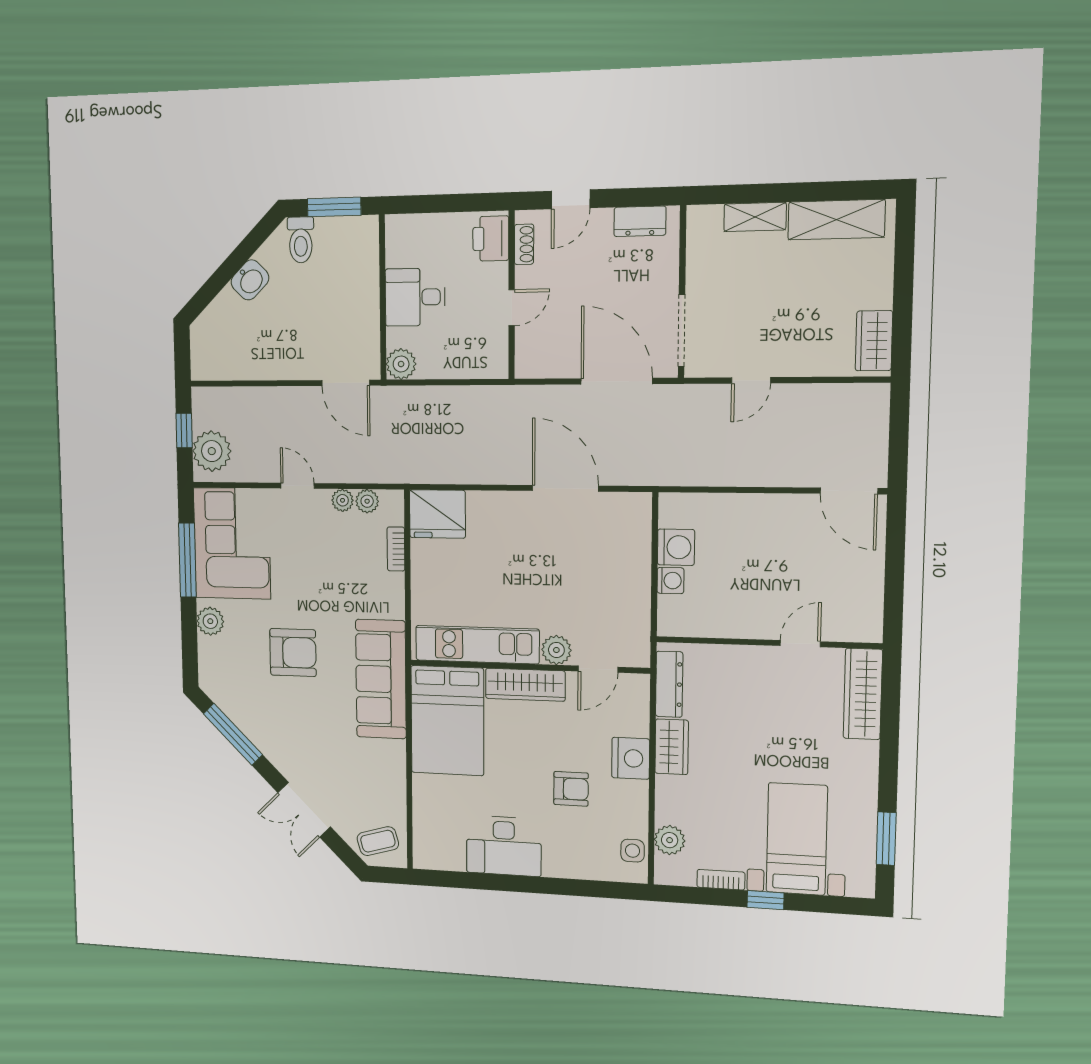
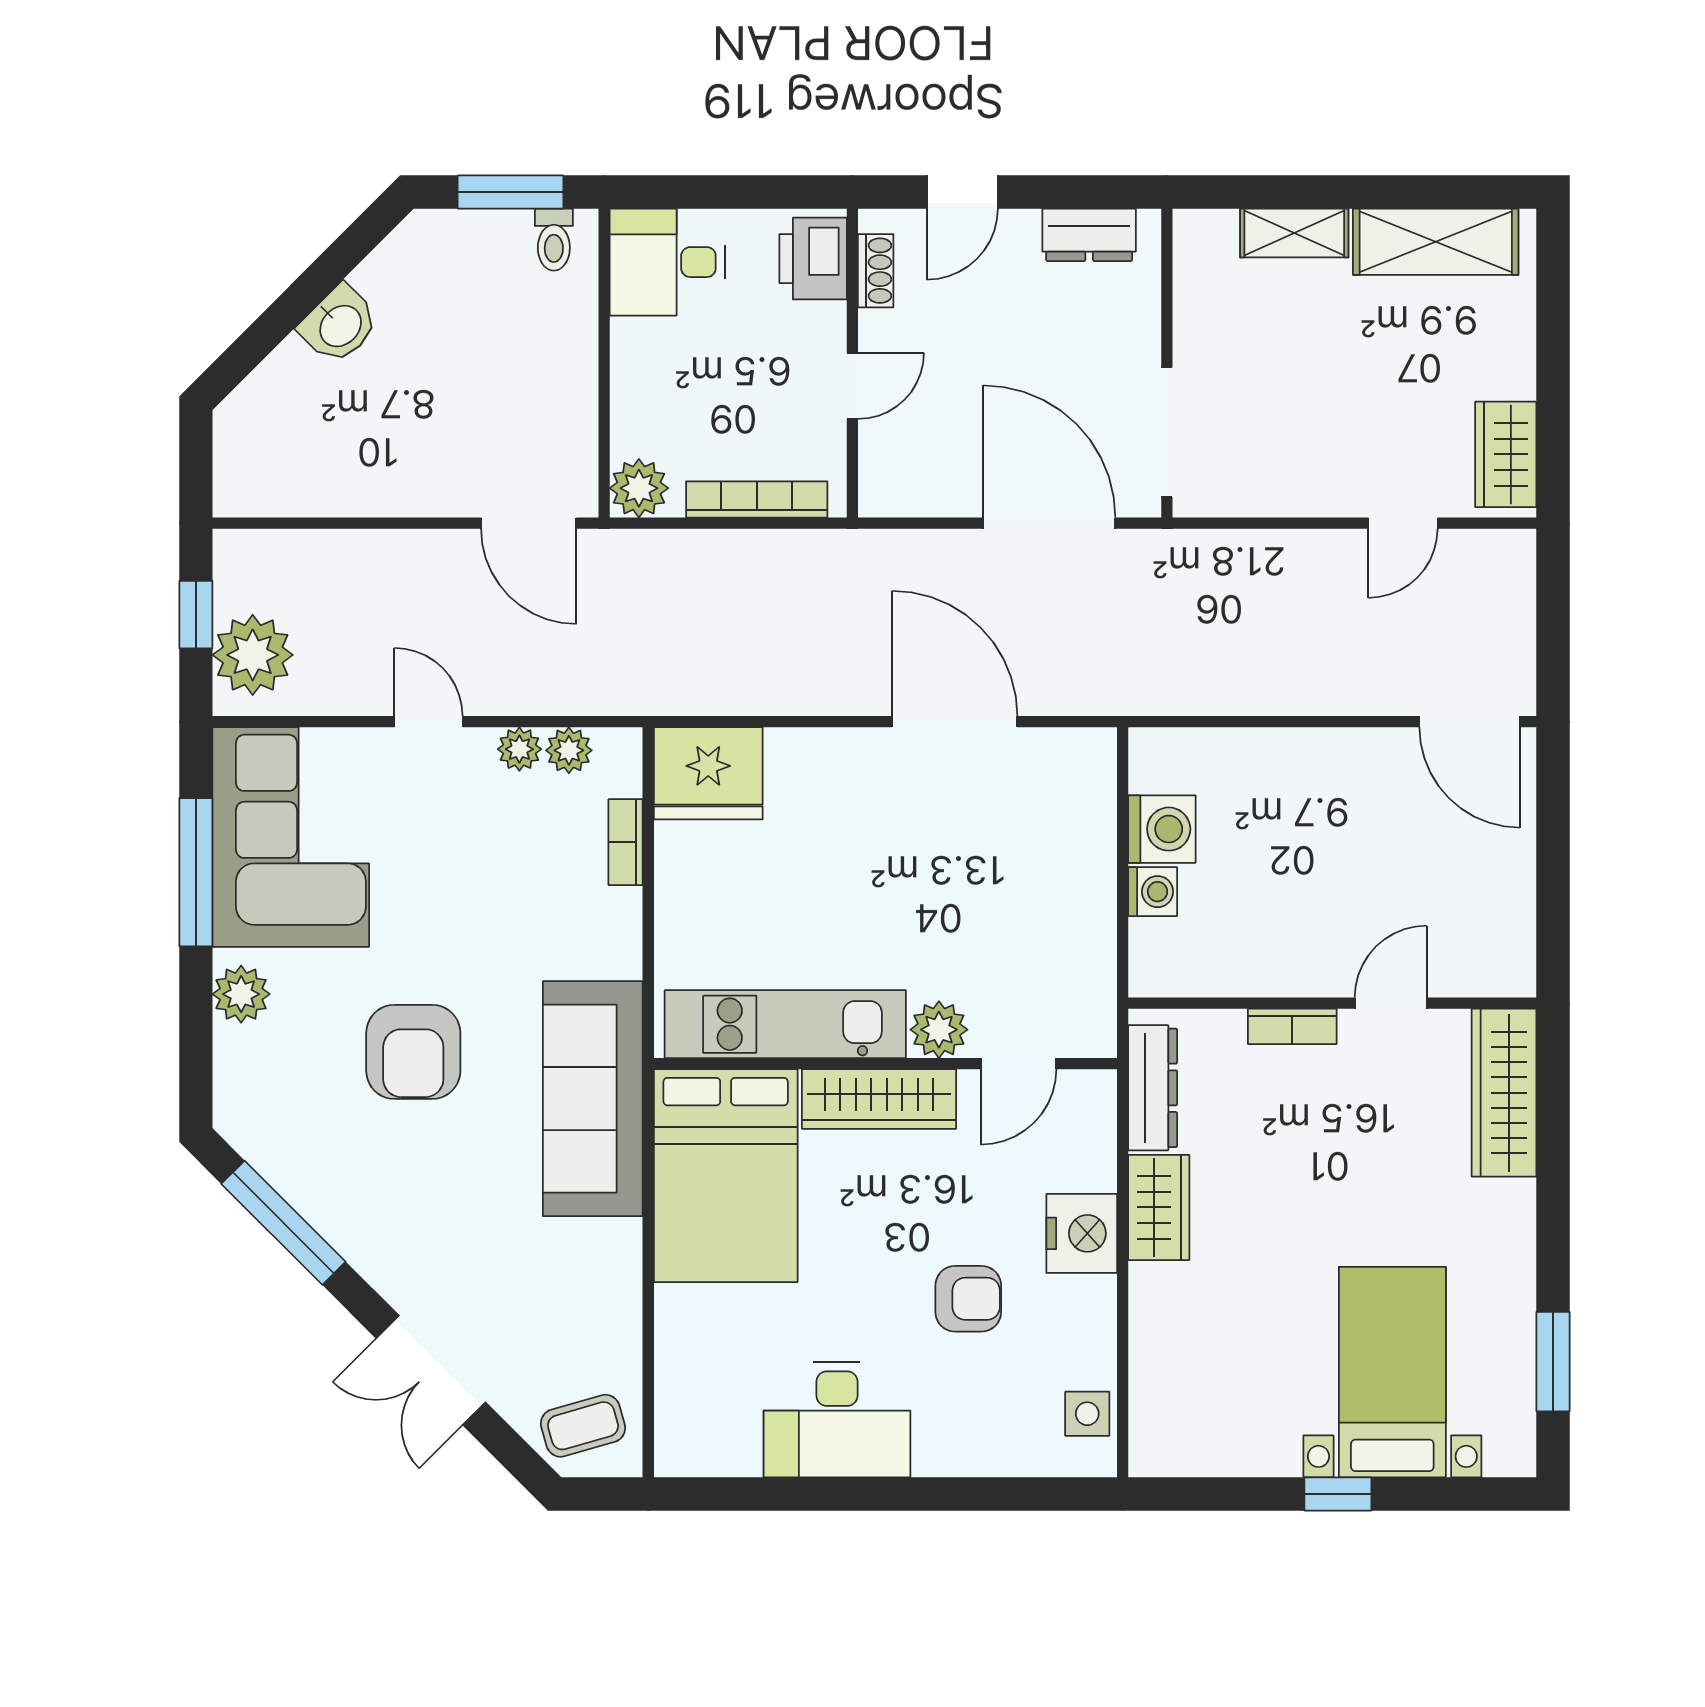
toilet: (301, 240) -> (554, 240), moved, width x0.73, depth x0.72
desk: (415, 297) -> (667, 262), moved
bookcase: (462, 369) -> (757, 499), added
door: (751, 380) -> (1403, 523), moved
armchair: (293, 653) -> (413, 1052), turned 90
plant: (670, 840) -> (1157, 1389), removed
bookcase: (721, 880) -> (1292, 1026), moved, turned 180

